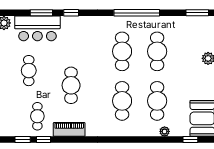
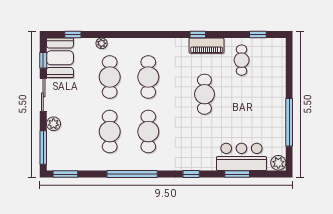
window: (71, 13) -> (191, 174), moved
cafe table: (29, 71) -> (251, 110), removed
window: (43, 140) -> (198, 34), moved

